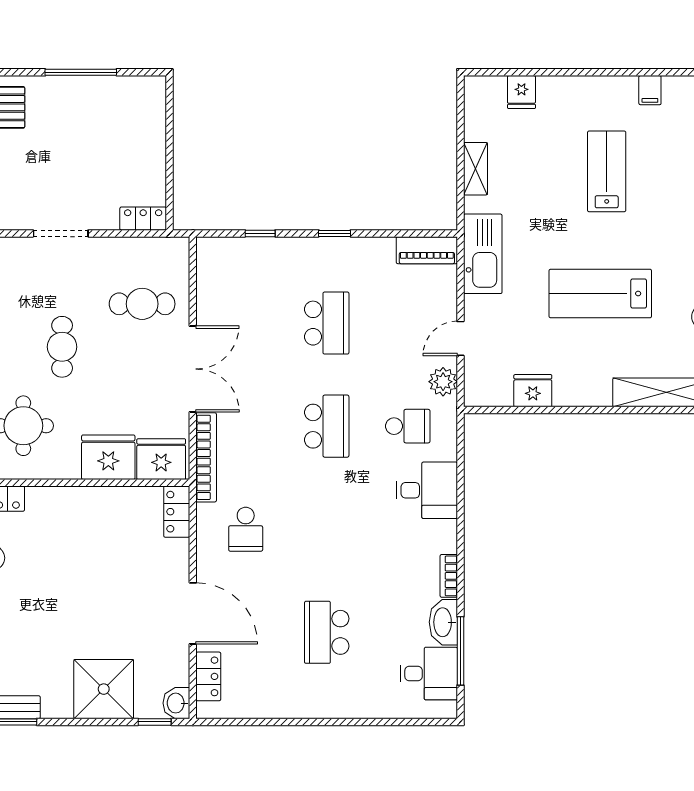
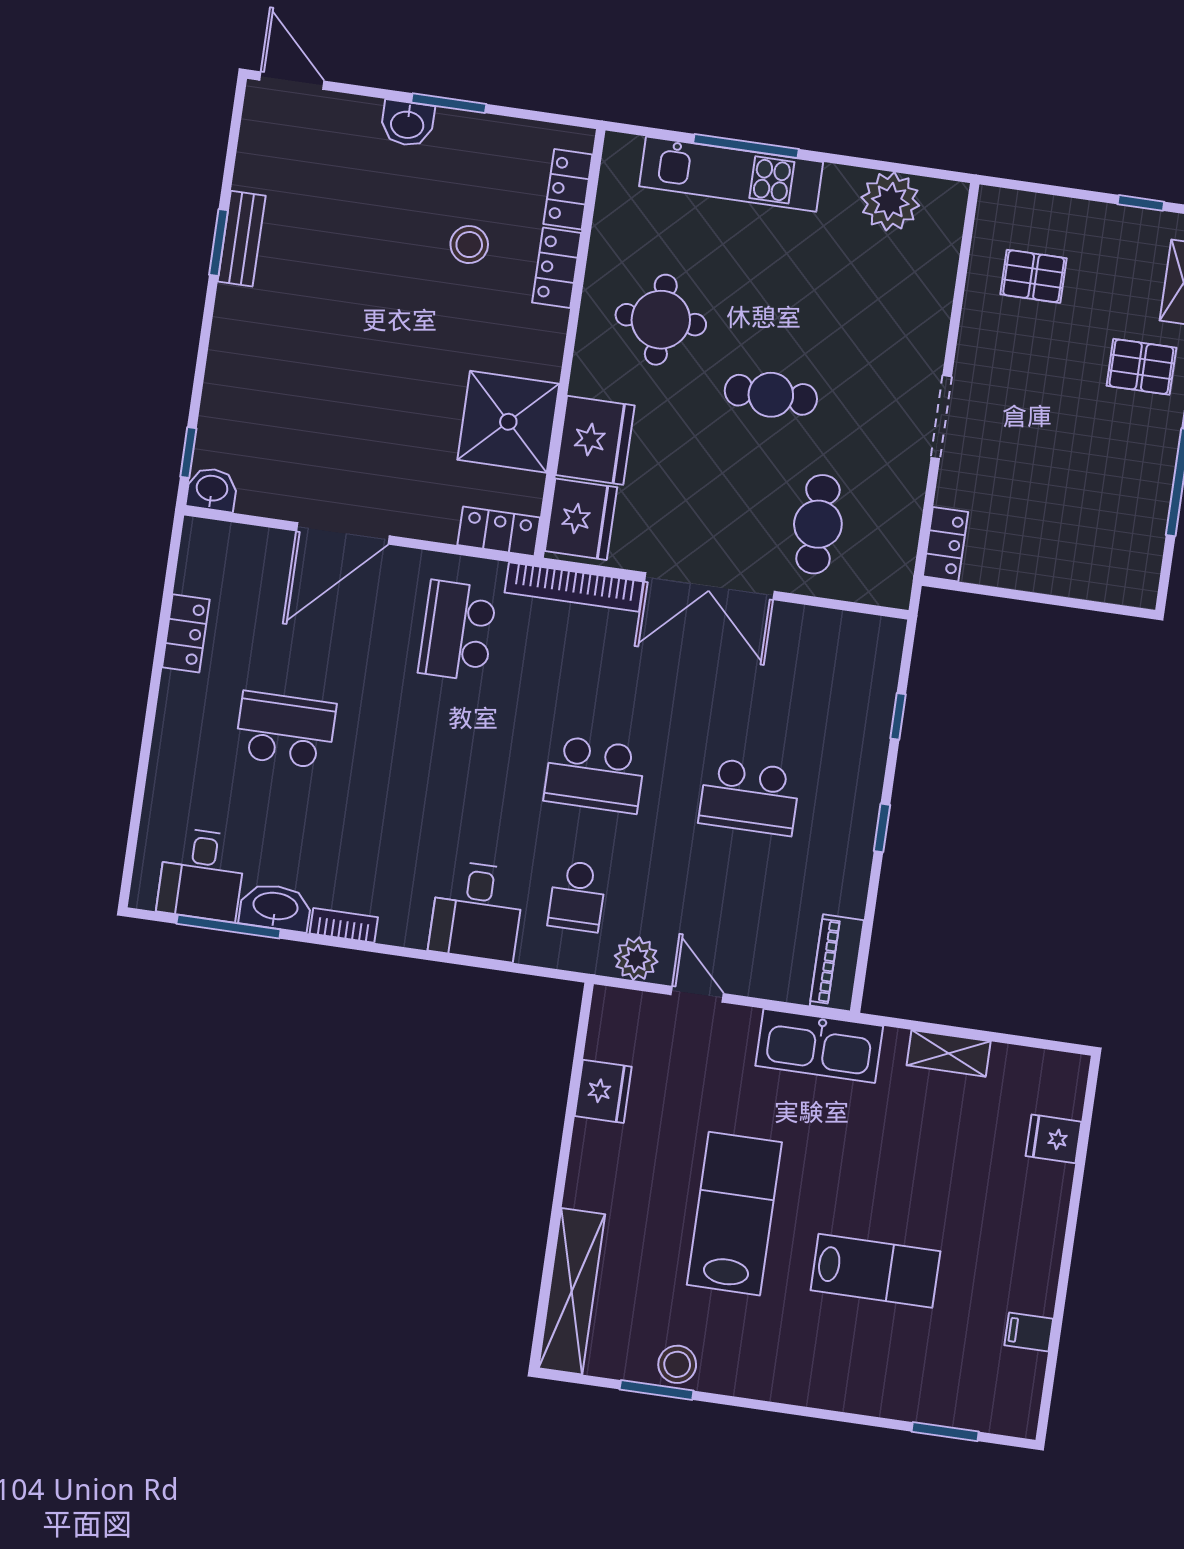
lab bench: (607, 171) -> (875, 1271), moved
school desk: (246, 529) -> (458, 631), width x1.85
locker: (208, 676) -> (186, 633), moved, turned -90
shower: (104, 689) -> (508, 422), moved

